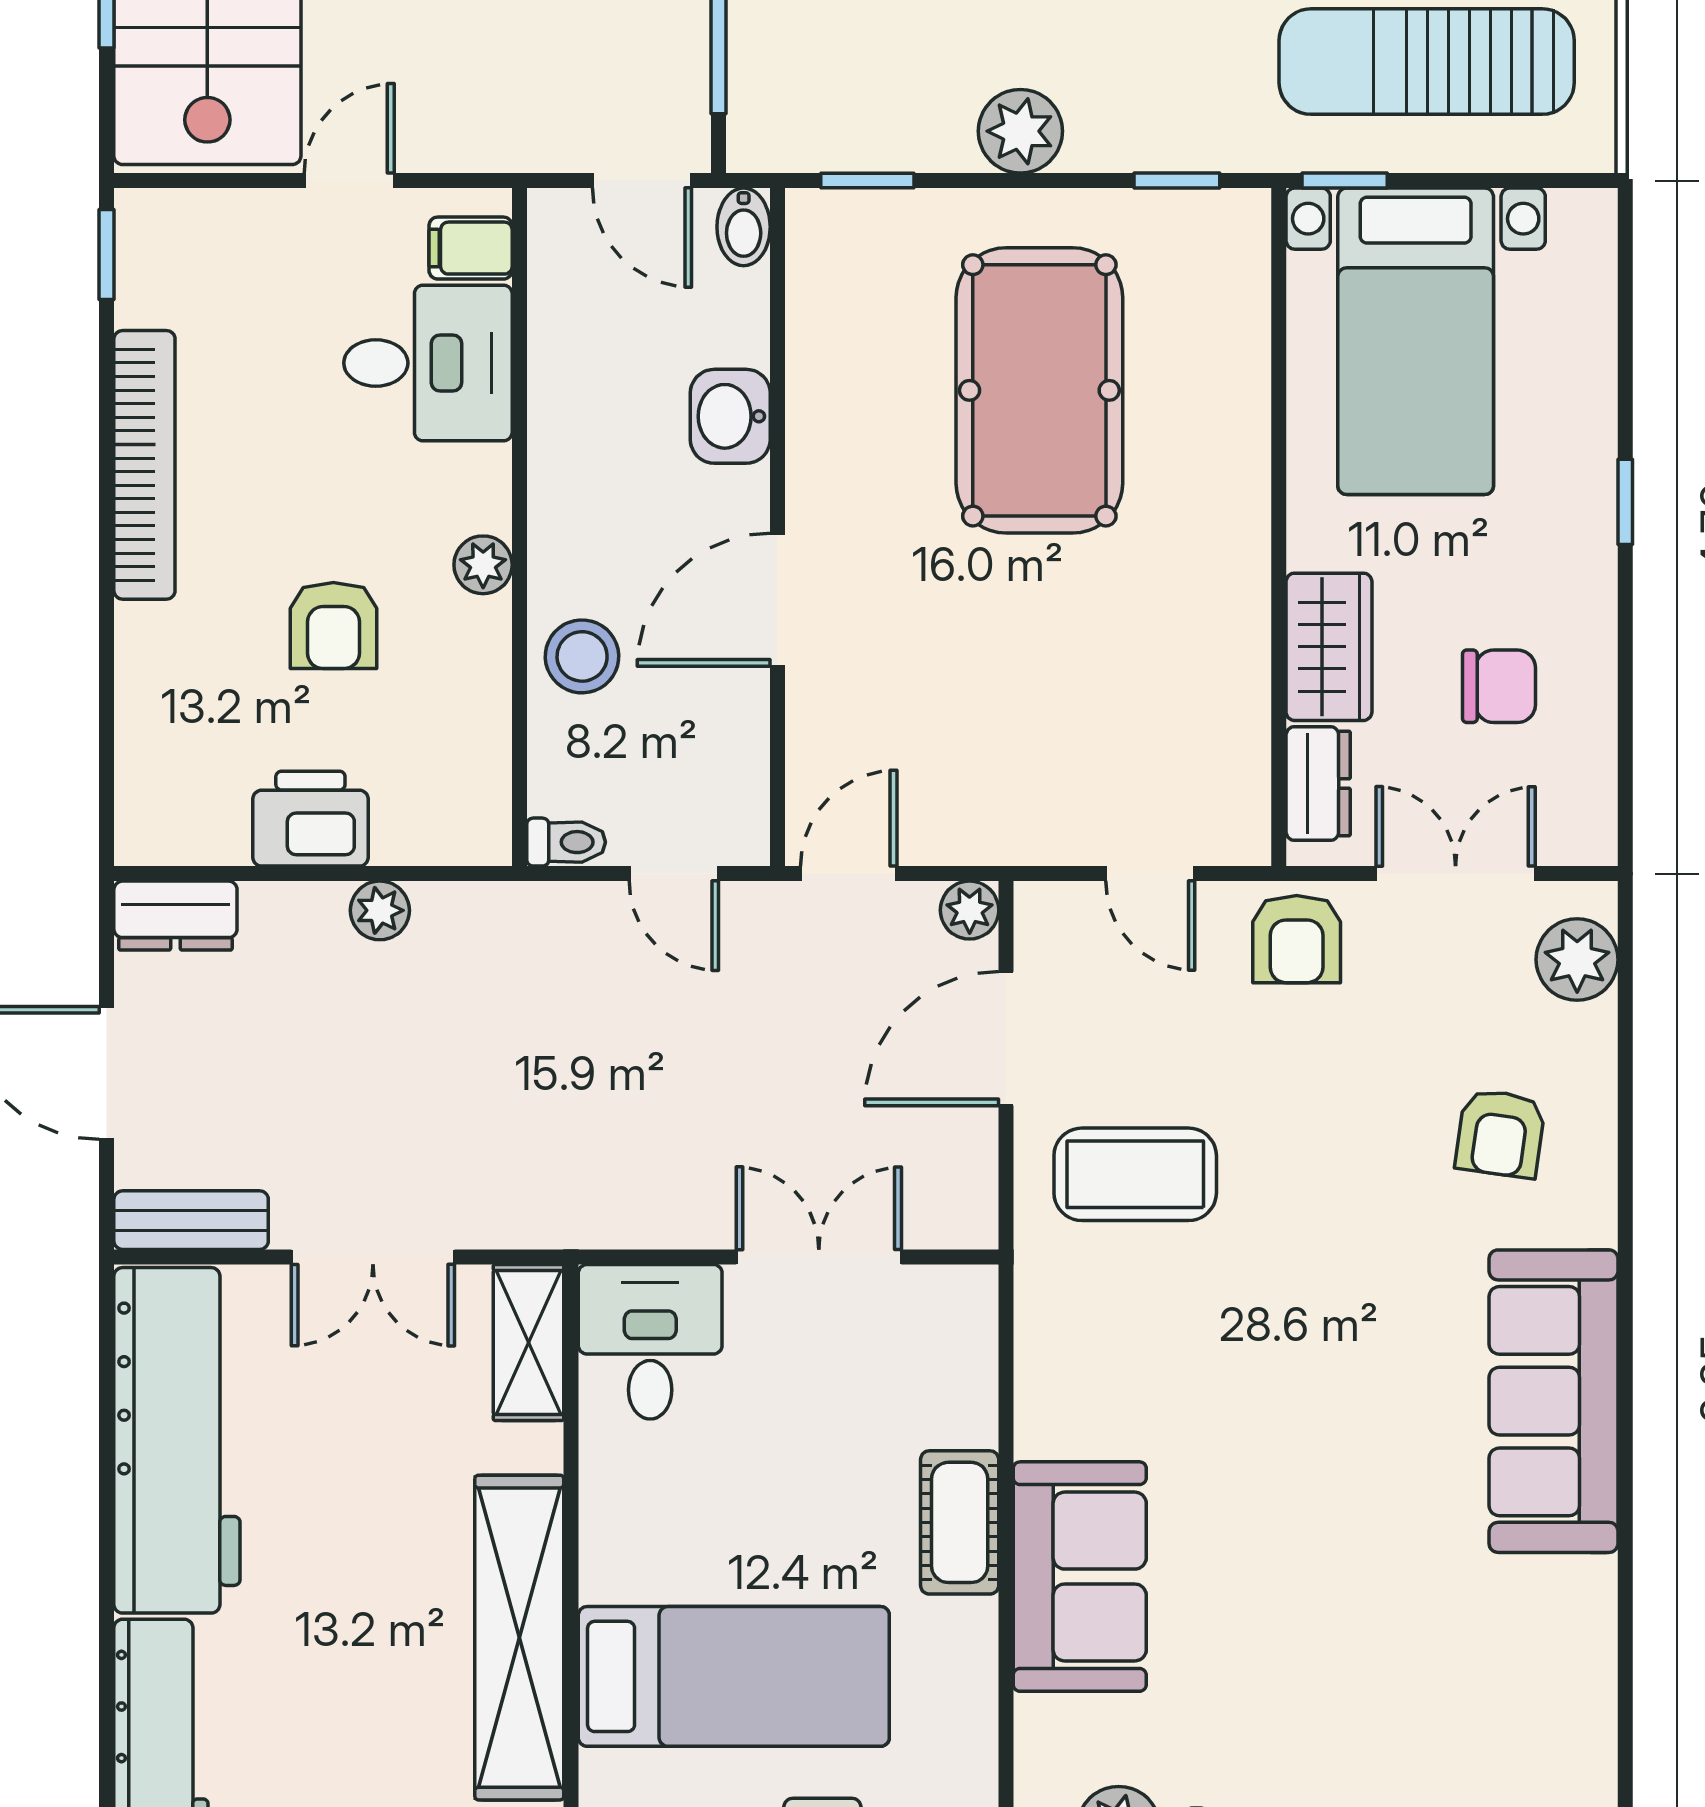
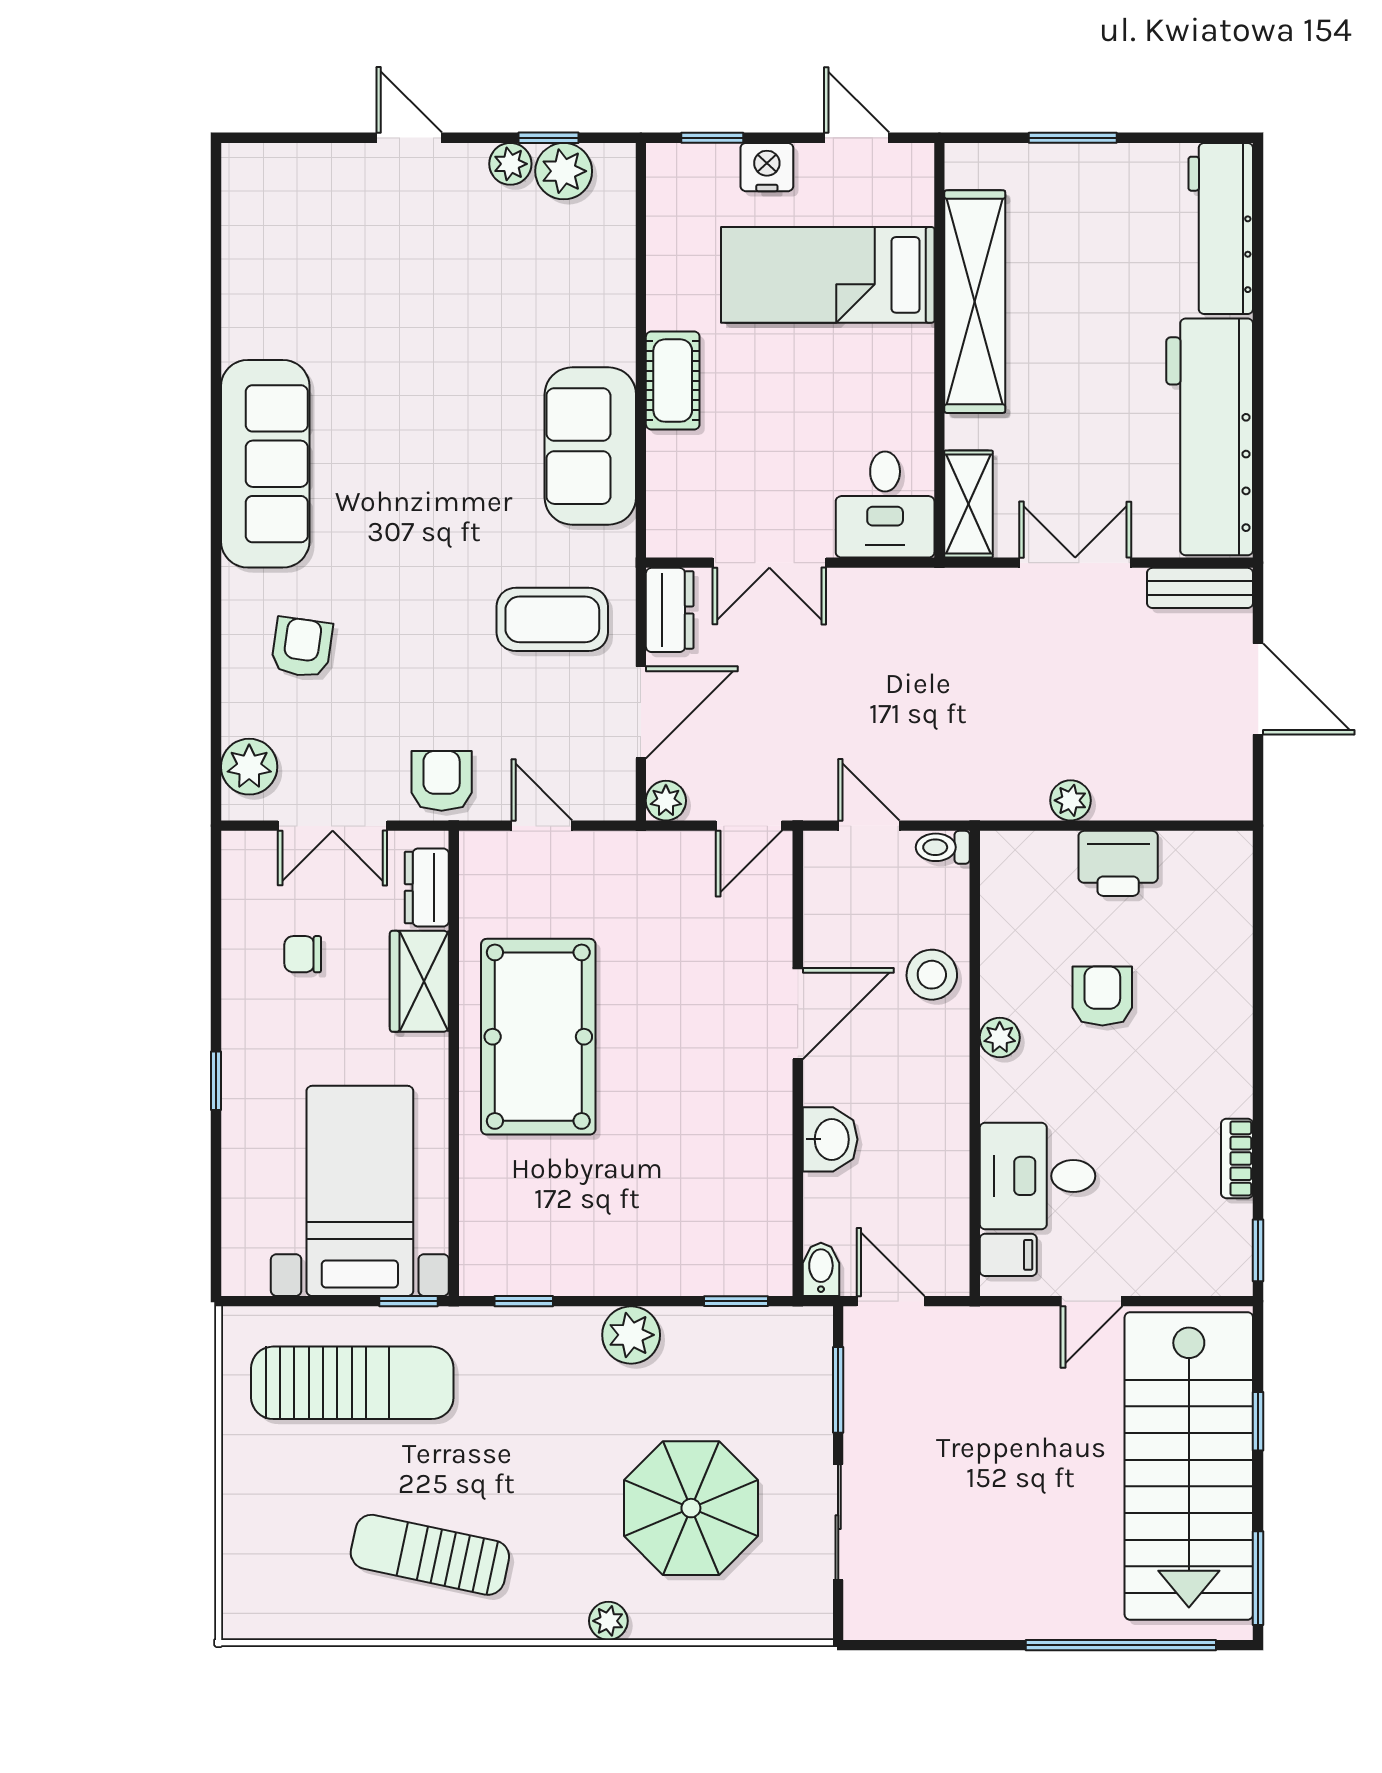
pool table: (1039, 390) -> (538, 1037), moved
bookcase: (144, 465) -> (1237, 1158), width x0.43, depth x0.76
chair: (1499, 686) -> (303, 954), width x0.73, depth x0.73
dresser: (175, 916) -> (670, 610), moved, turned 90
sofa: (1080, 1577) -> (590, 446), moved

